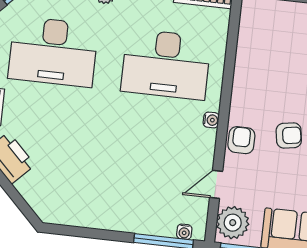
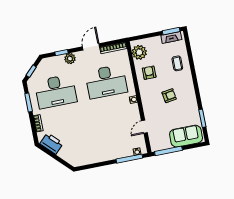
armchair: (241, 140) -> (149, 73), moved
plant: (233, 223) -> (139, 52), moved

